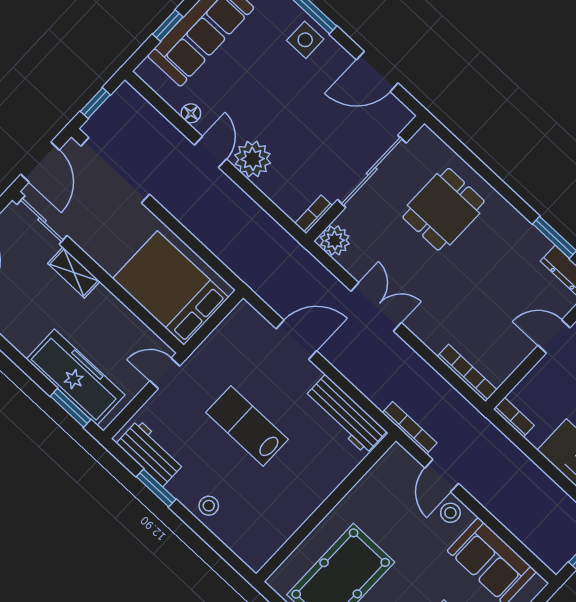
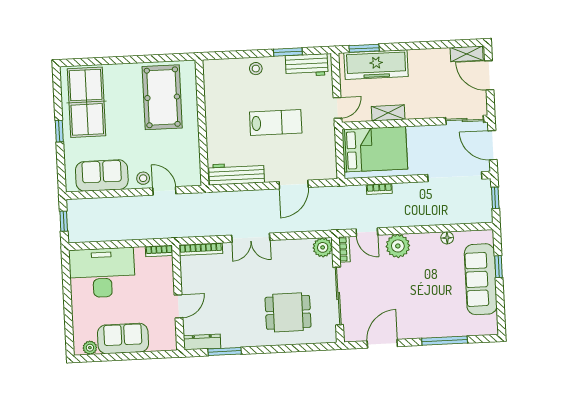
side table: (305, 40) -> (430, 324), removed
door: (211, 152) -> (367, 232), moved
dining table: (443, 209) -> (288, 312), turned 90
shelving: (74, 272) -> (388, 113), moved
double door: (376, 307) -> (251, 238), moved
bookcase: (410, 428) -> (379, 189), moved, width x0.64

